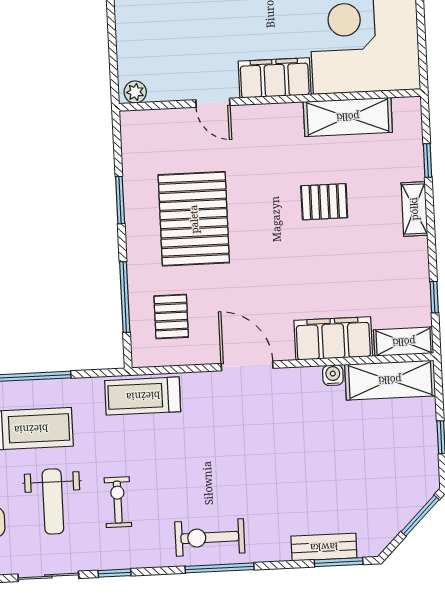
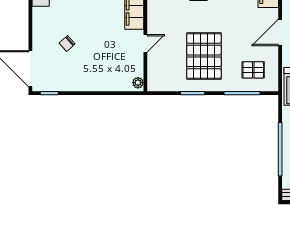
pallet: (194, 219) -> (204, 56), turned 90

